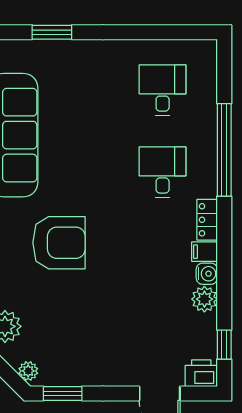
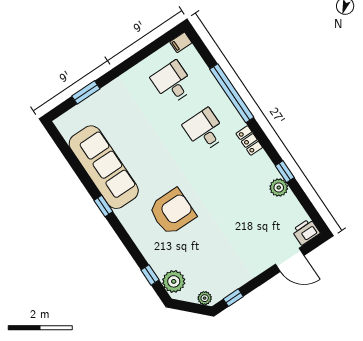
filing cabinet: (205, 252) -> (181, 42), moved
water cooler: (207, 274) -> (270, 172), removed
window: (224, 345) -> (285, 172), moved
window: (63, 393) -> (233, 298), width x0.67

